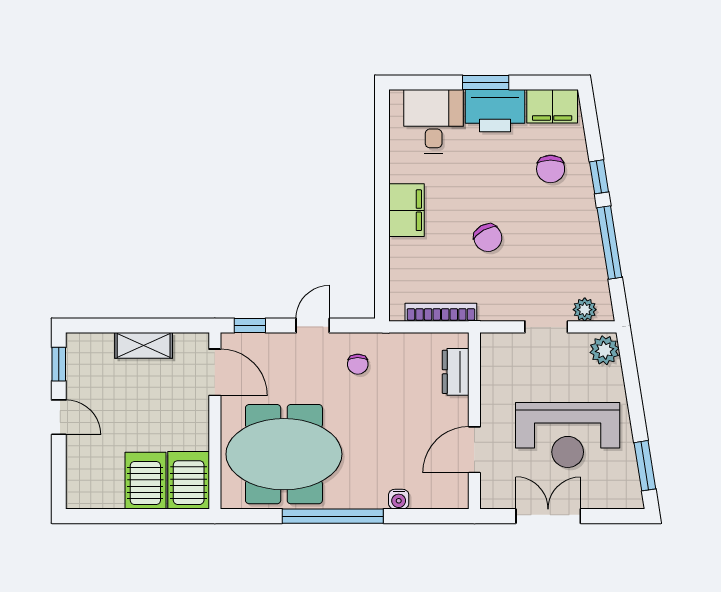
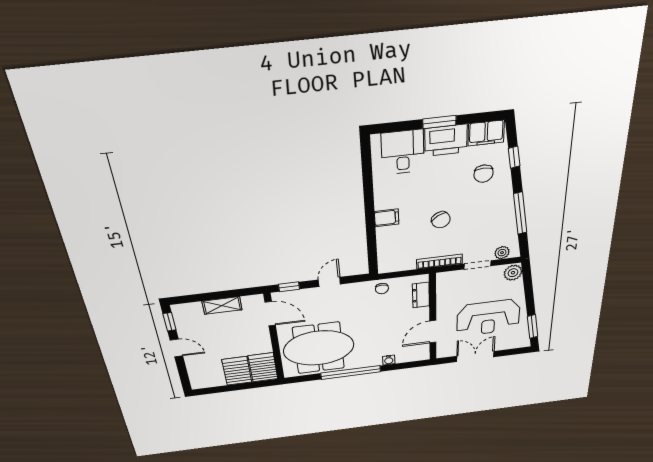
window: (599, 177) -> (514, 157), moved
filing cabinet: (406, 210) -> (387, 218), width x0.50
bookcase: (441, 312) -> (440, 262), moved
chair: (358, 364) -> (382, 289), moved

